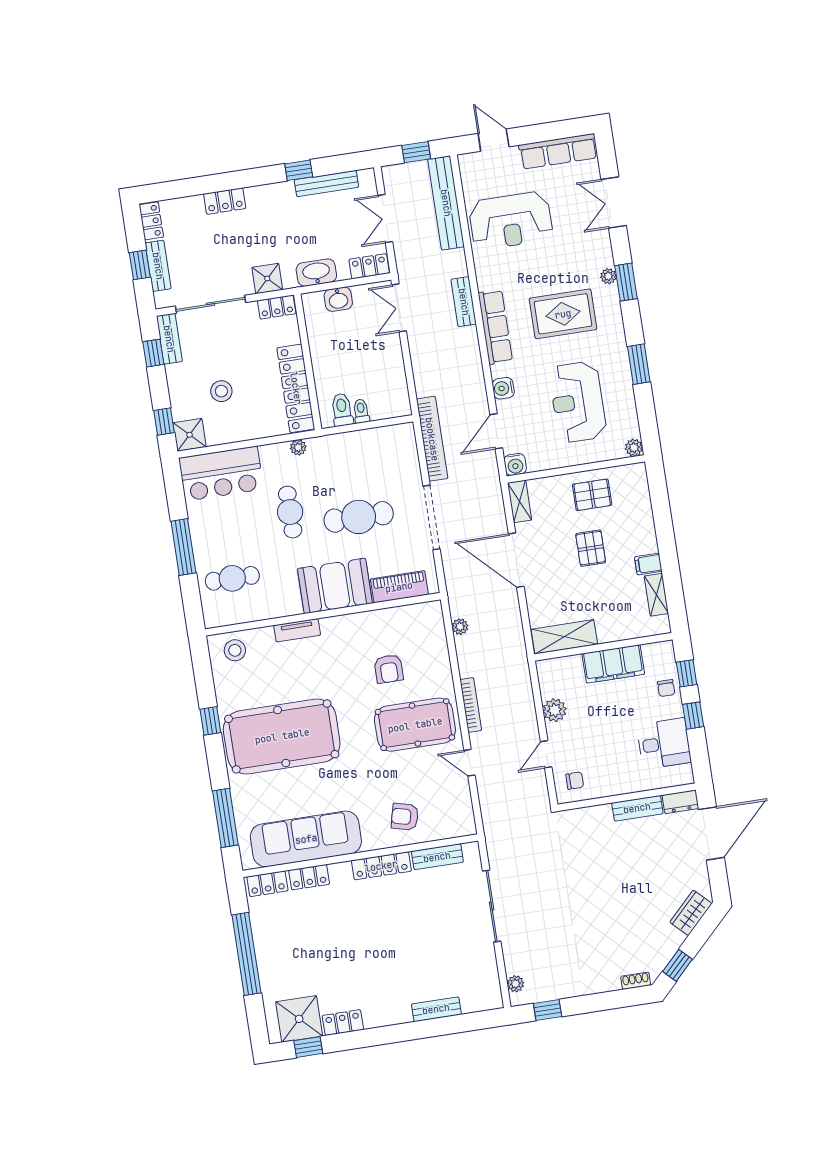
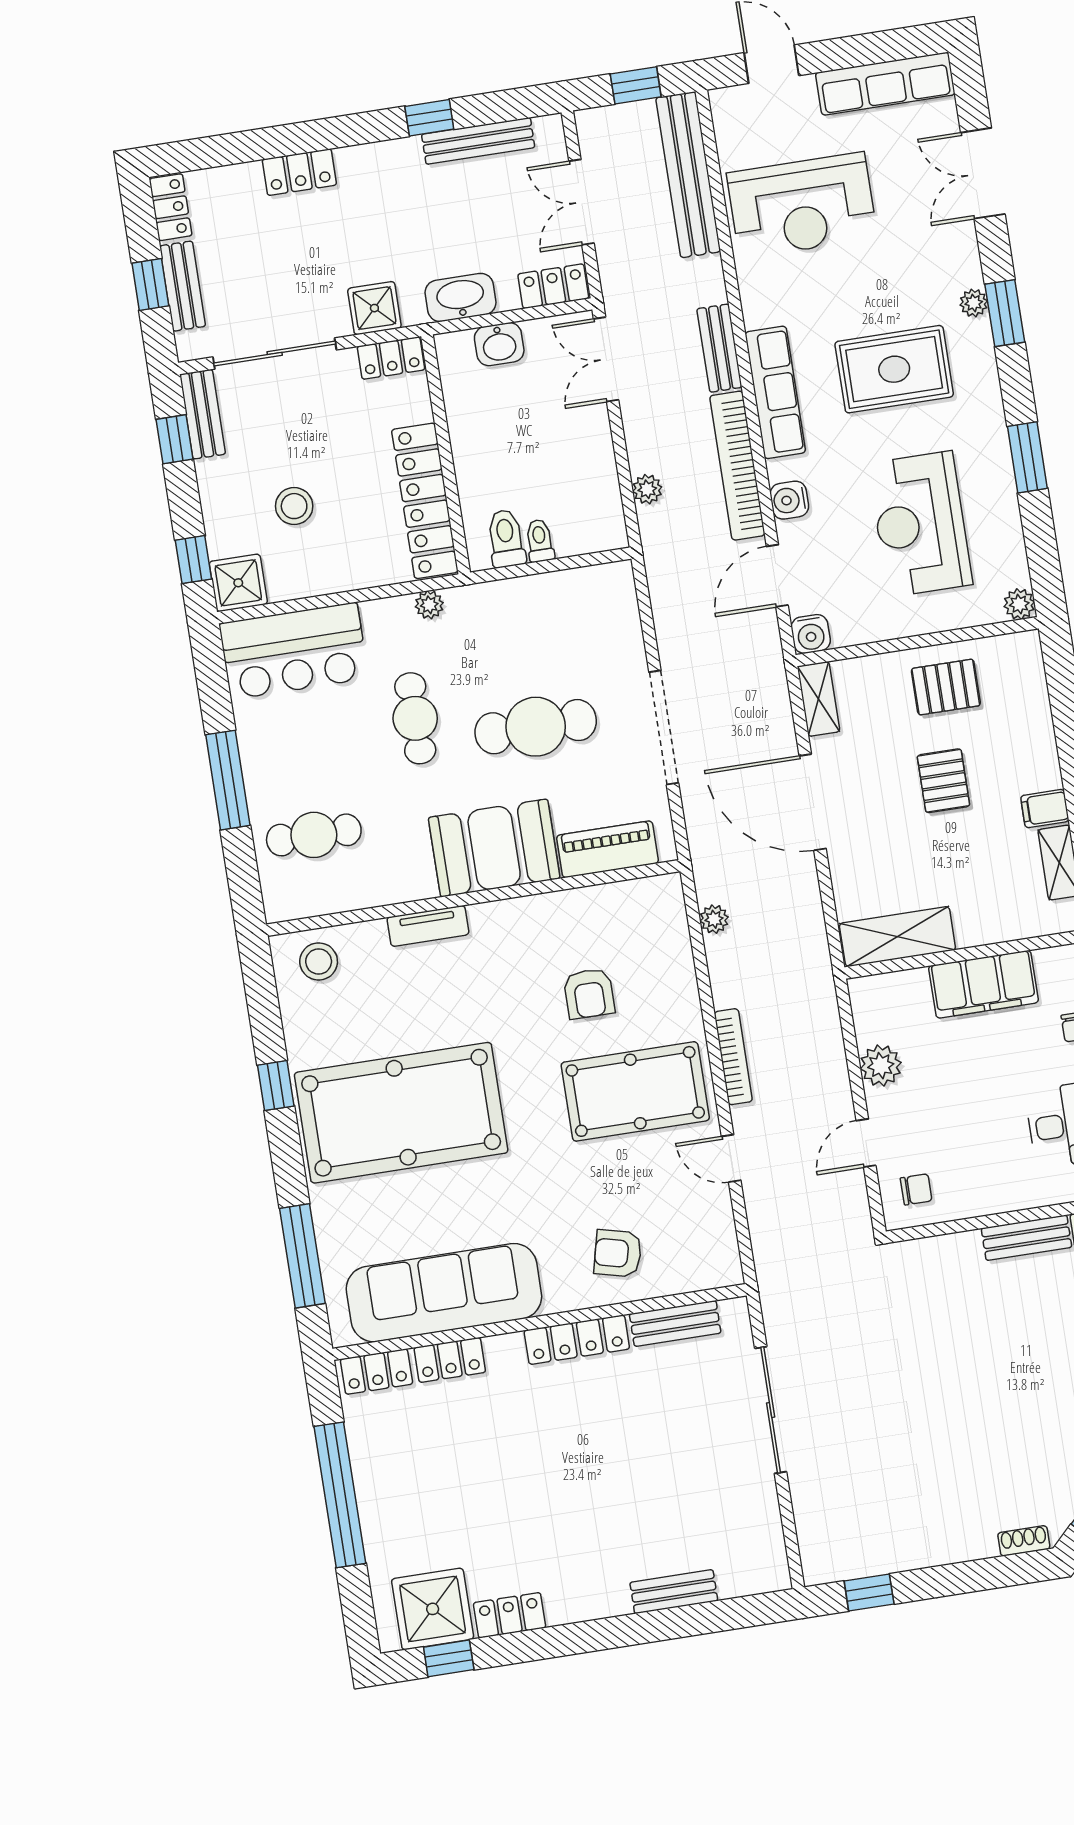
bookcase: (432, 439) -> (737, 466), moved, turned 180
plant: (516, 984) -> (647, 489), moved

